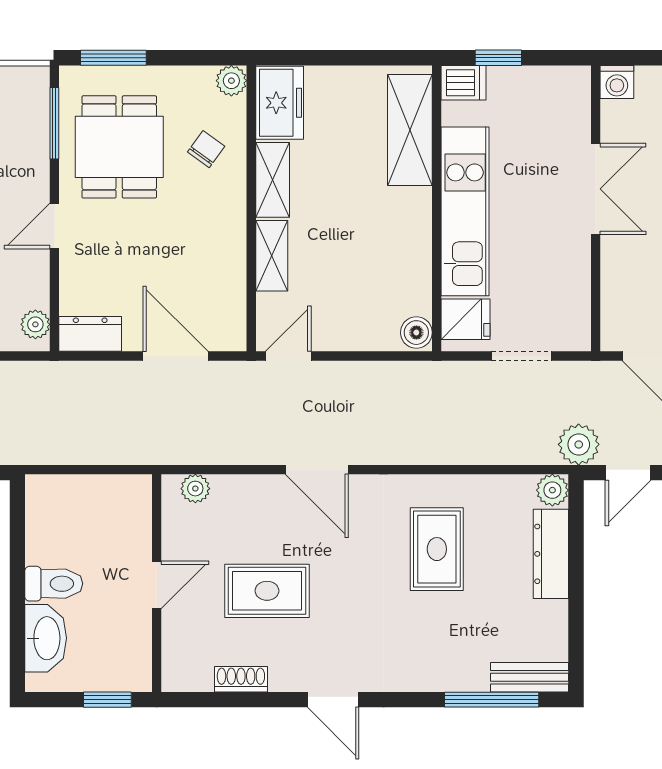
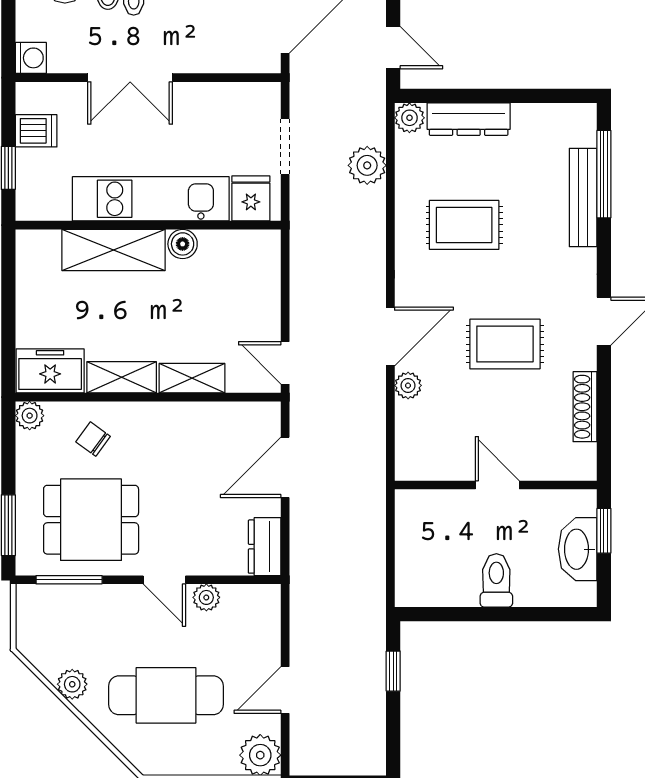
dishwasher: (464, 83) -> (36, 131), moved, turned 90
shelving: (410, 130) -> (114, 250), moved
double door: (596, 189) -> (130, 78), swing flipped
plant: (35, 324) -> (206, 597), moved
boiler: (416, 333) -> (183, 244), moved
plant: (579, 444) -> (367, 165), moved
plant: (195, 489) -> (408, 385), moved
rug: (267, 591) -> (505, 344), moved, turned 90
washbasin: (46, 638) -> (578, 549), moved, turned -90
bench: (529, 677) -> (583, 198), moved, width x1.36
shoe rack: (241, 679) -> (585, 407), width x1.43

